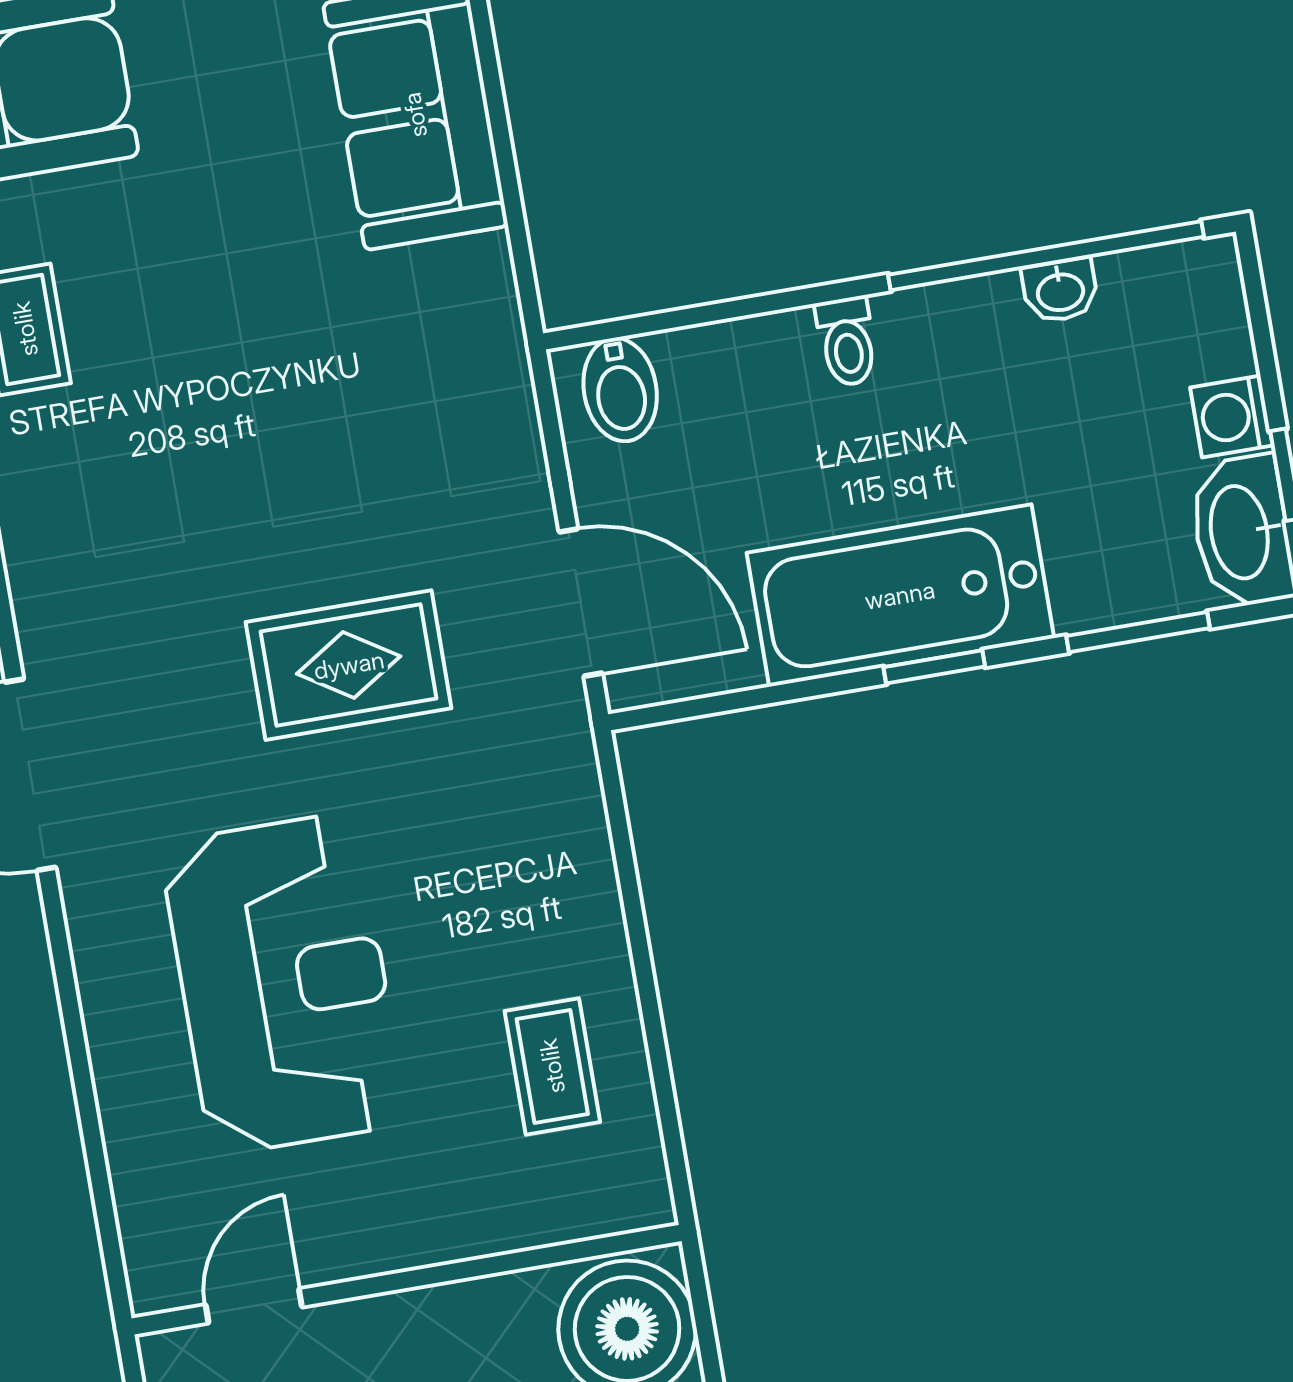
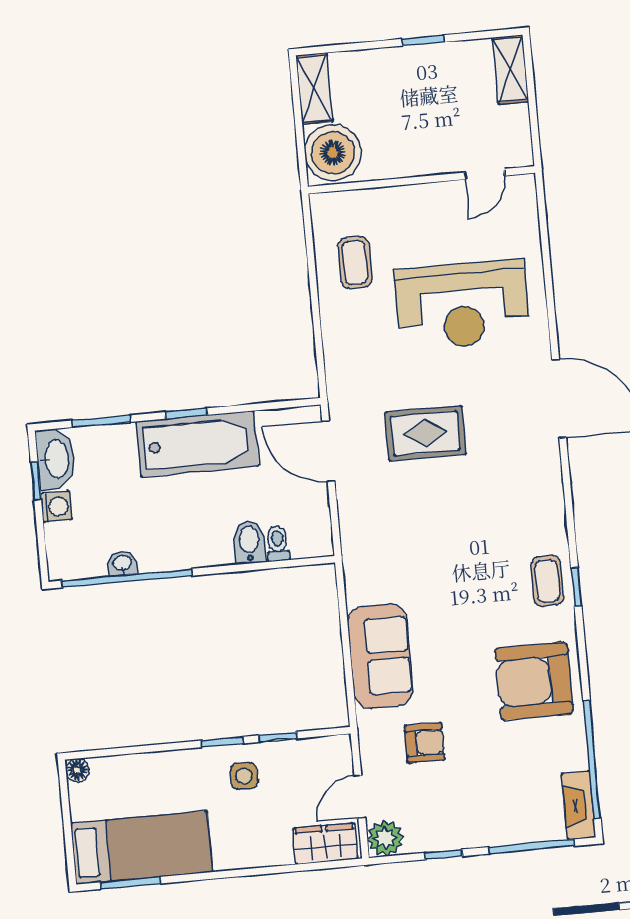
toilet: (847, 341) -> (278, 543), moved
bidet: (620, 390) -> (249, 542), moved
reception desk: (284, 984) -> (462, 305), turned -90

